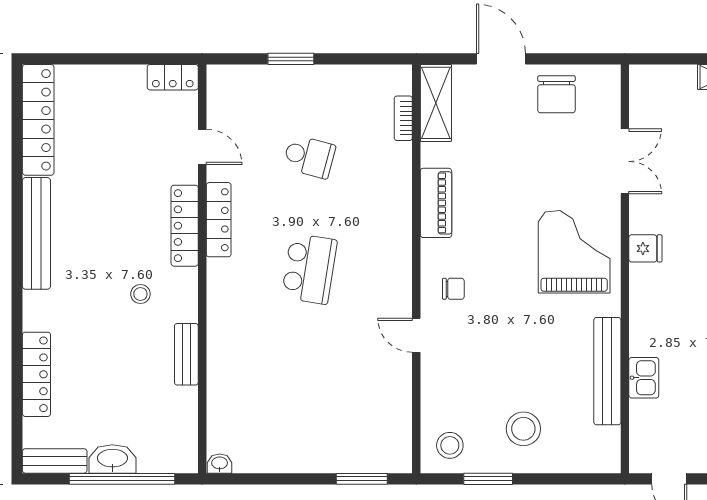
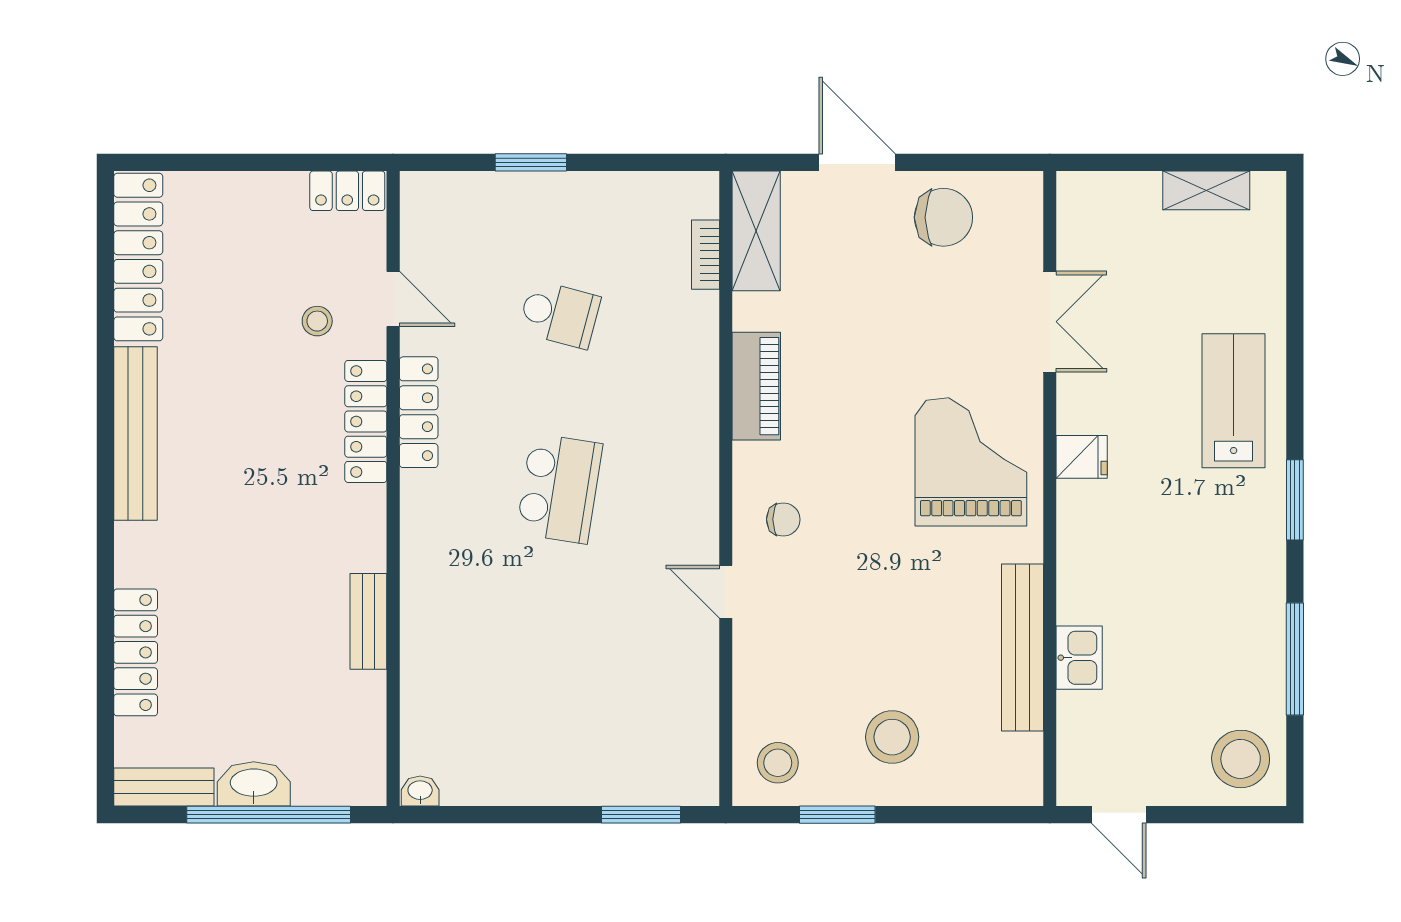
chair: (556, 94) -> (943, 217), turned -90
stool: (140, 294) -> (317, 321), moved

